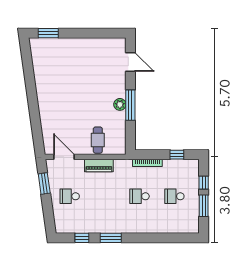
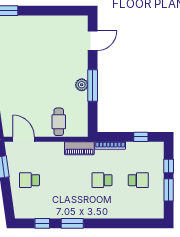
door: (130, 62) -> (93, 41), hinge flipped
piano: (99, 165) -> (79, 148), moved
school desk: (174, 196) -> (138, 180), turned 180

